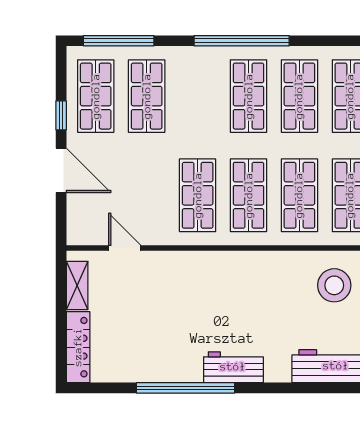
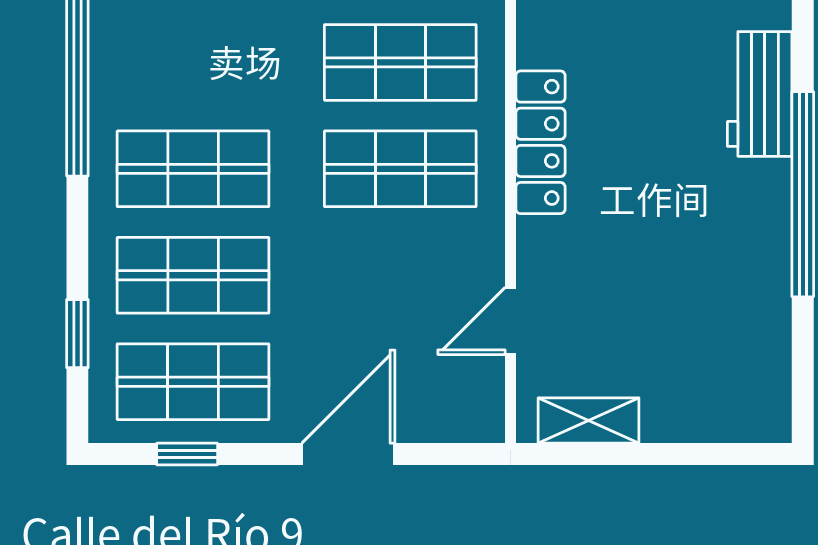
window: (119, 41) -> (77, 334), width x0.46
shop shelf: (249, 96) -> (193, 169), moved
window: (61, 115) -> (187, 454), moved
locker: (78, 347) -> (540, 142), moved, turned 90

